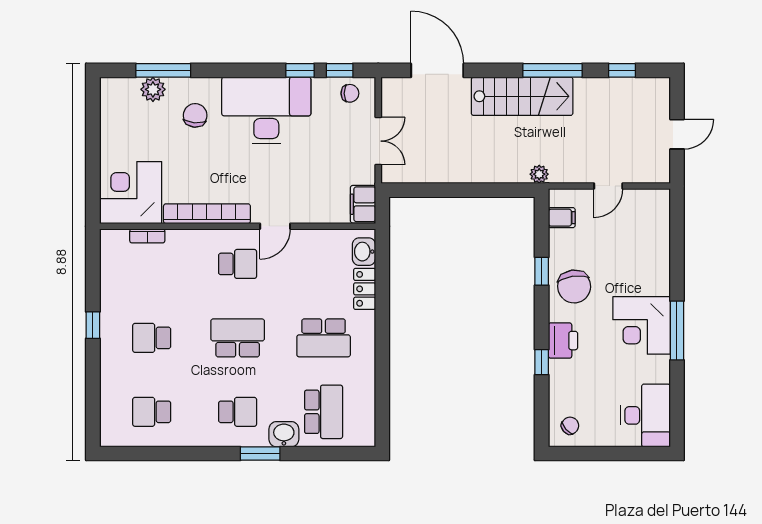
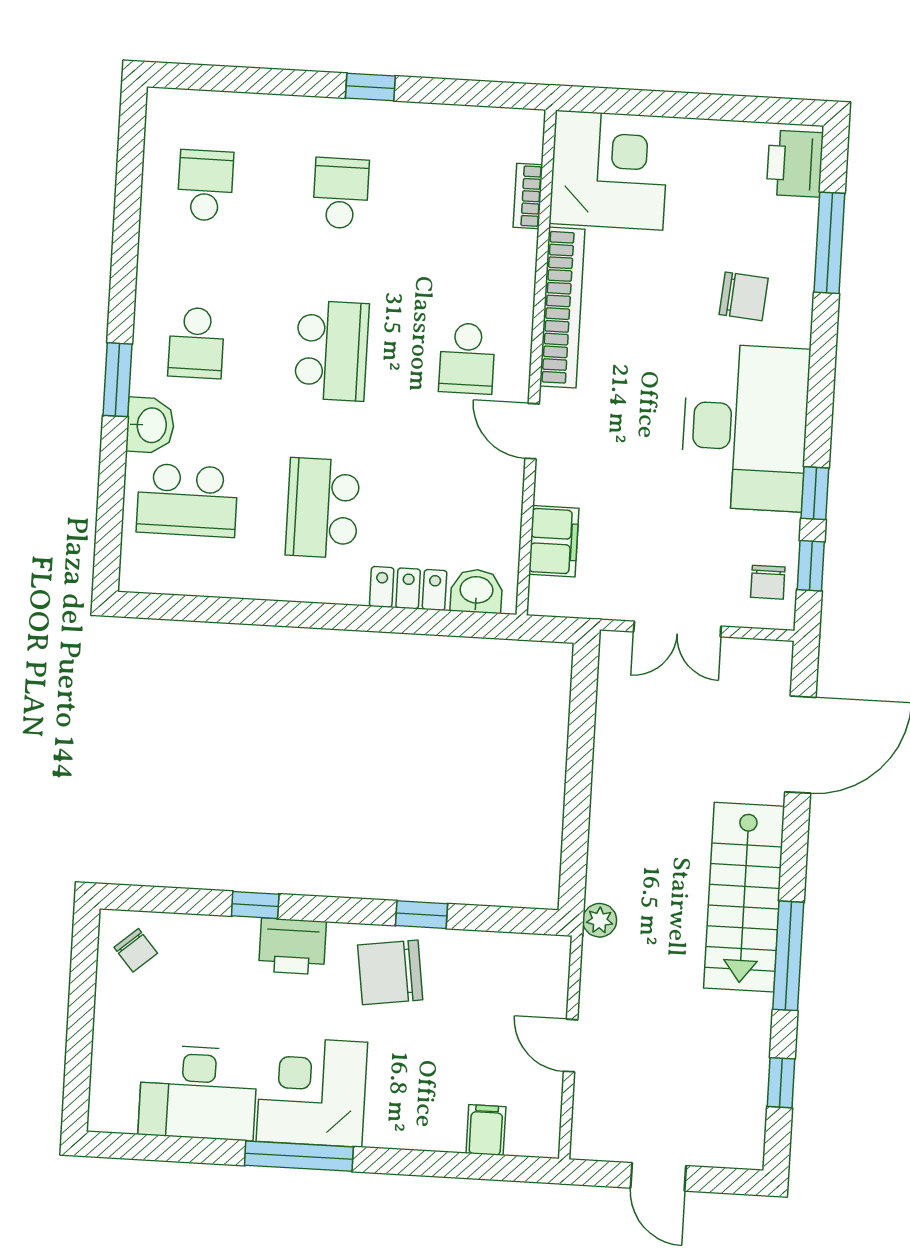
plant: (153, 89) -> (796, 222), removed
printer: (121, 92) -> (795, 164), added
filing cabinet: (363, 204) -> (554, 541), moved, turned 90
filing cabinet: (562, 218) -> (486, 1130), moved, turned 180
desk: (646, 415) -> (198, 1093), moved

